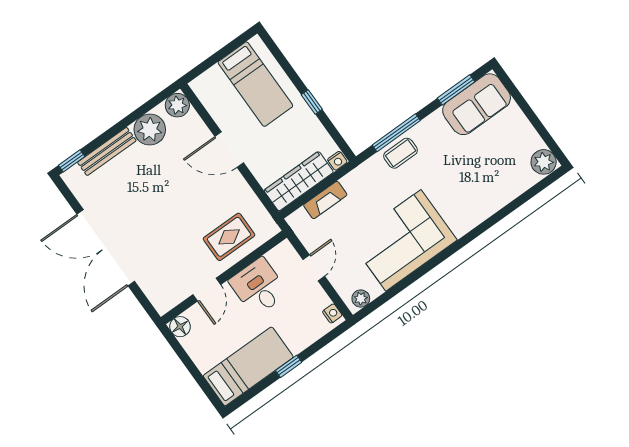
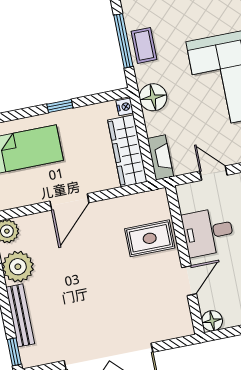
floor lamp: (357, 182) -> (153, 97), added
fireplace: (325, 200) -> (160, 157), moved
rug: (229, 237) -> (150, 238), turned 90
door: (207, 290) -> (189, 281), hinge flipped

